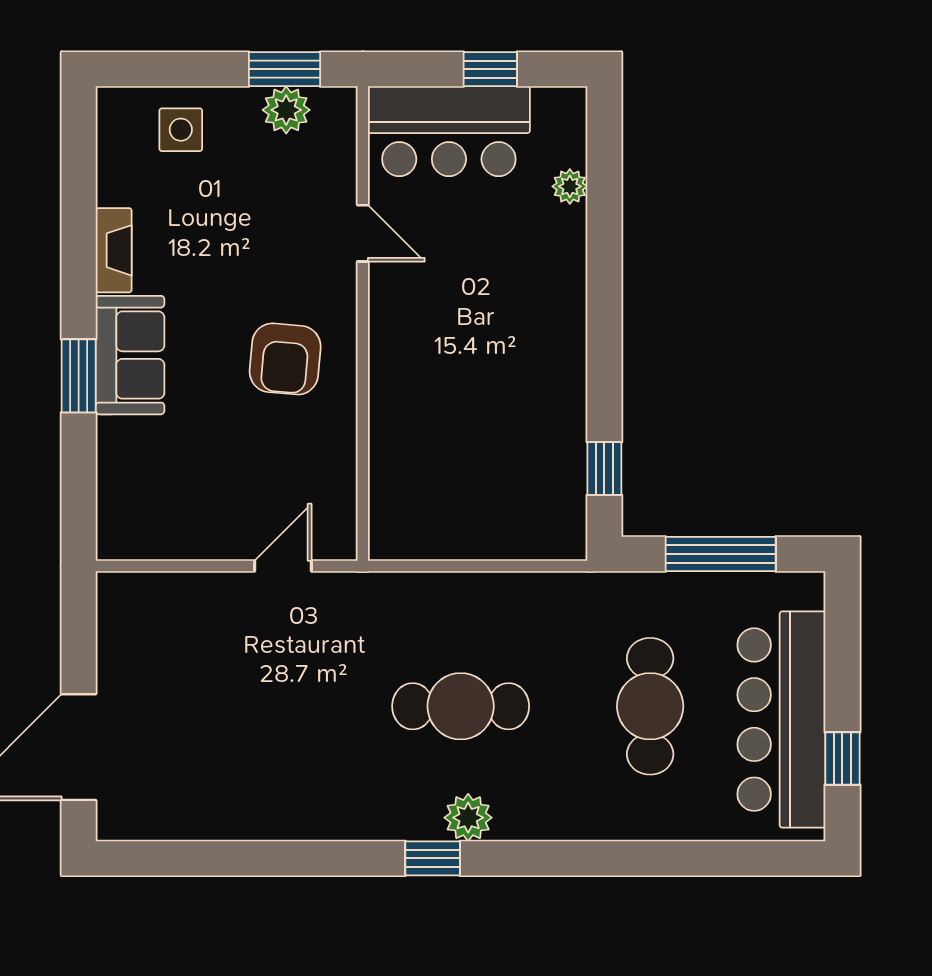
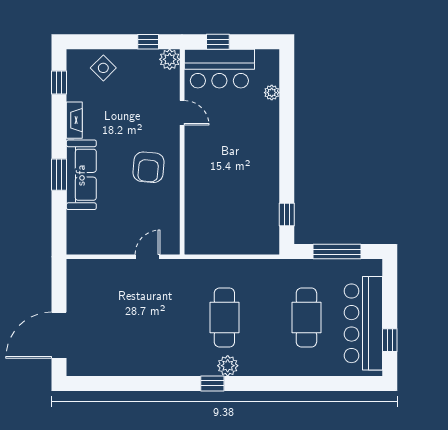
window: (284, 69) -> (148, 42), width x0.67
window: (490, 69) -> (218, 42), moved
plant: (286, 110) -> (170, 59), moved
side table: (181, 130) -> (103, 68), turned 45
window: (79, 163) -> (59, 82), added
sofa: (130, 355) -> (81, 175), width x1.36
cafe table: (461, 706) -> (224, 318), turned 90

